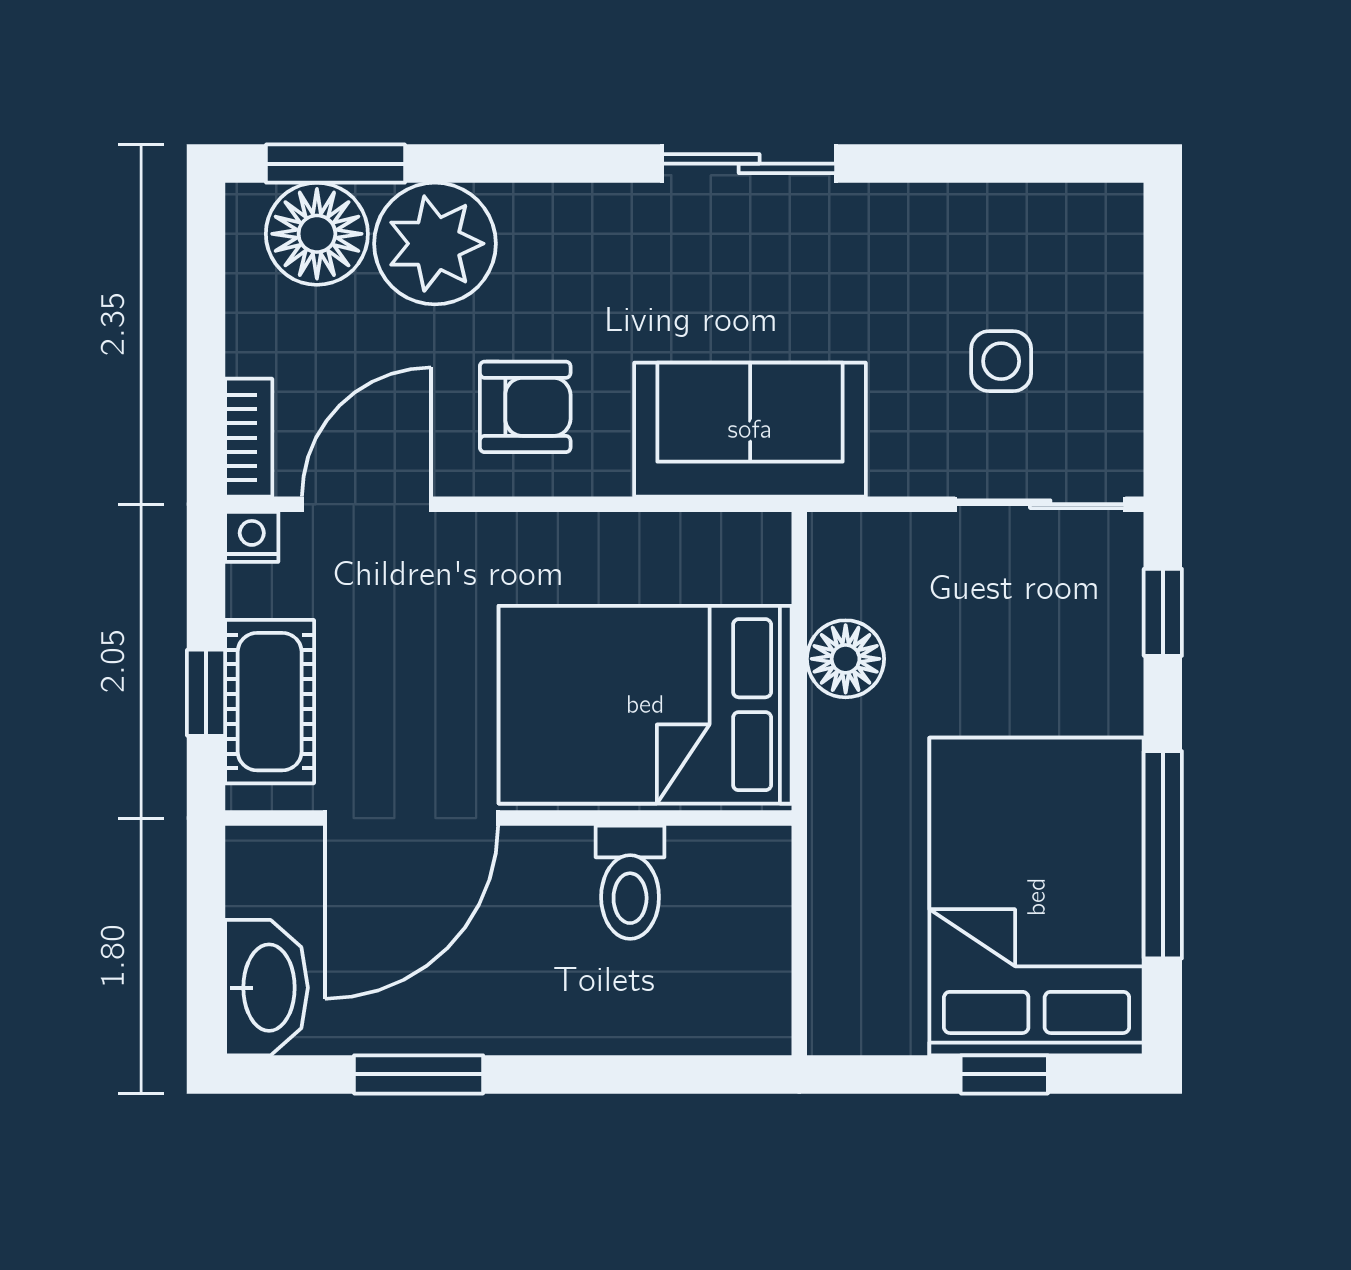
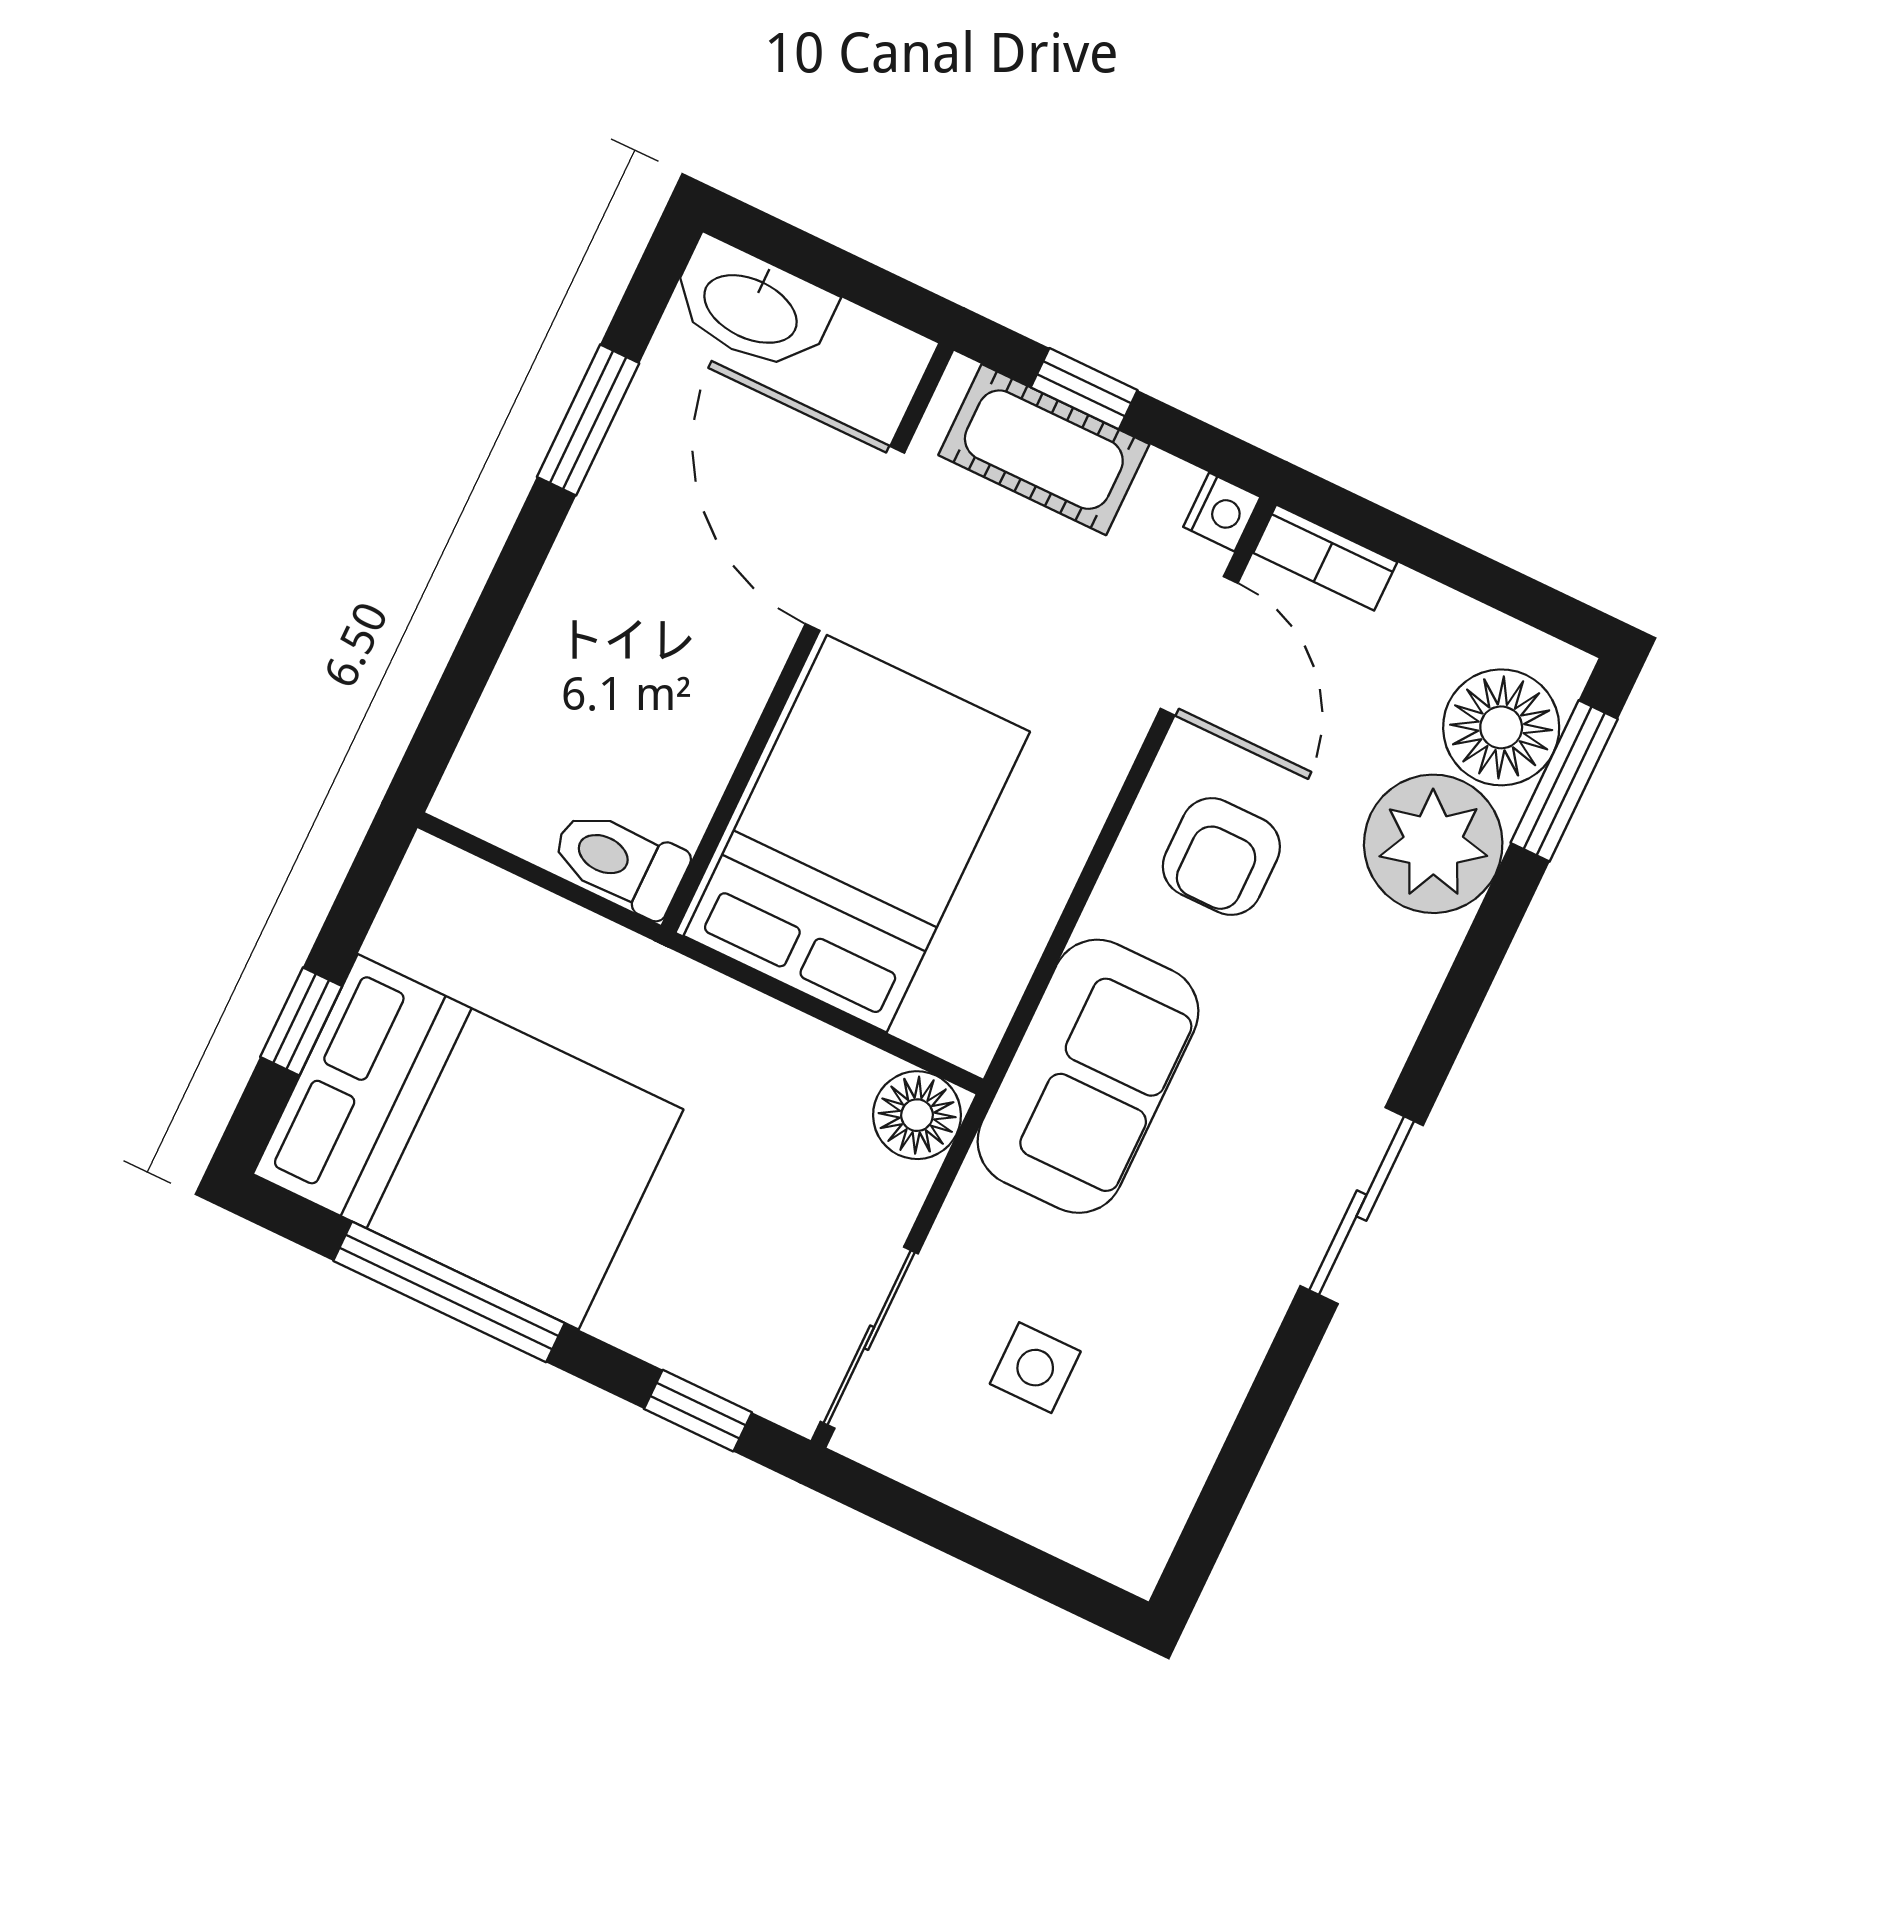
floor lamp: (846, 659) -> (917, 1115), moved
toilet: (630, 882) -> (619, 862), moved

